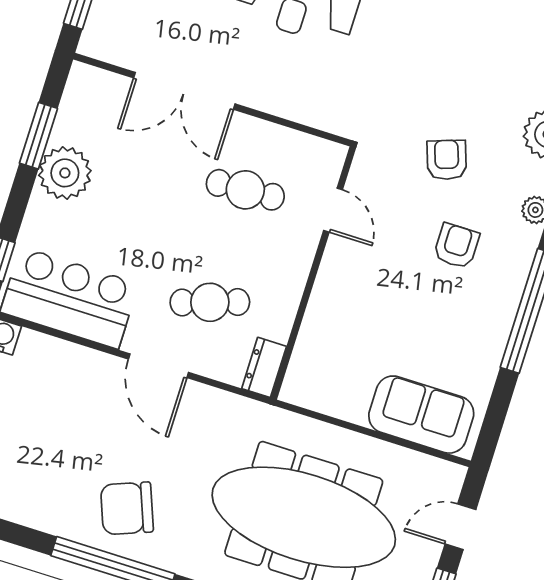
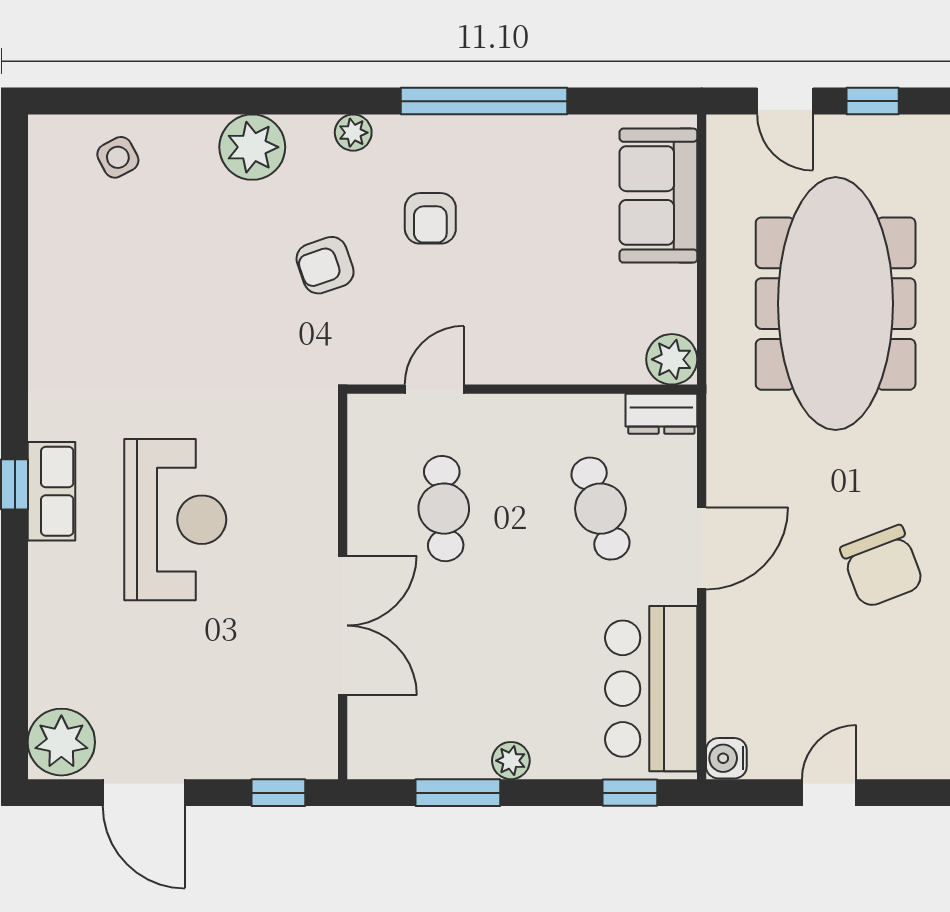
plant: (65, 173) -> (511, 761), width x0.53, depth x0.53
armchair: (456, 246) -> (430, 218), turned -90
plant: (301, 387) -> (672, 359), added
chair: (127, 508) -> (882, 567), moved

